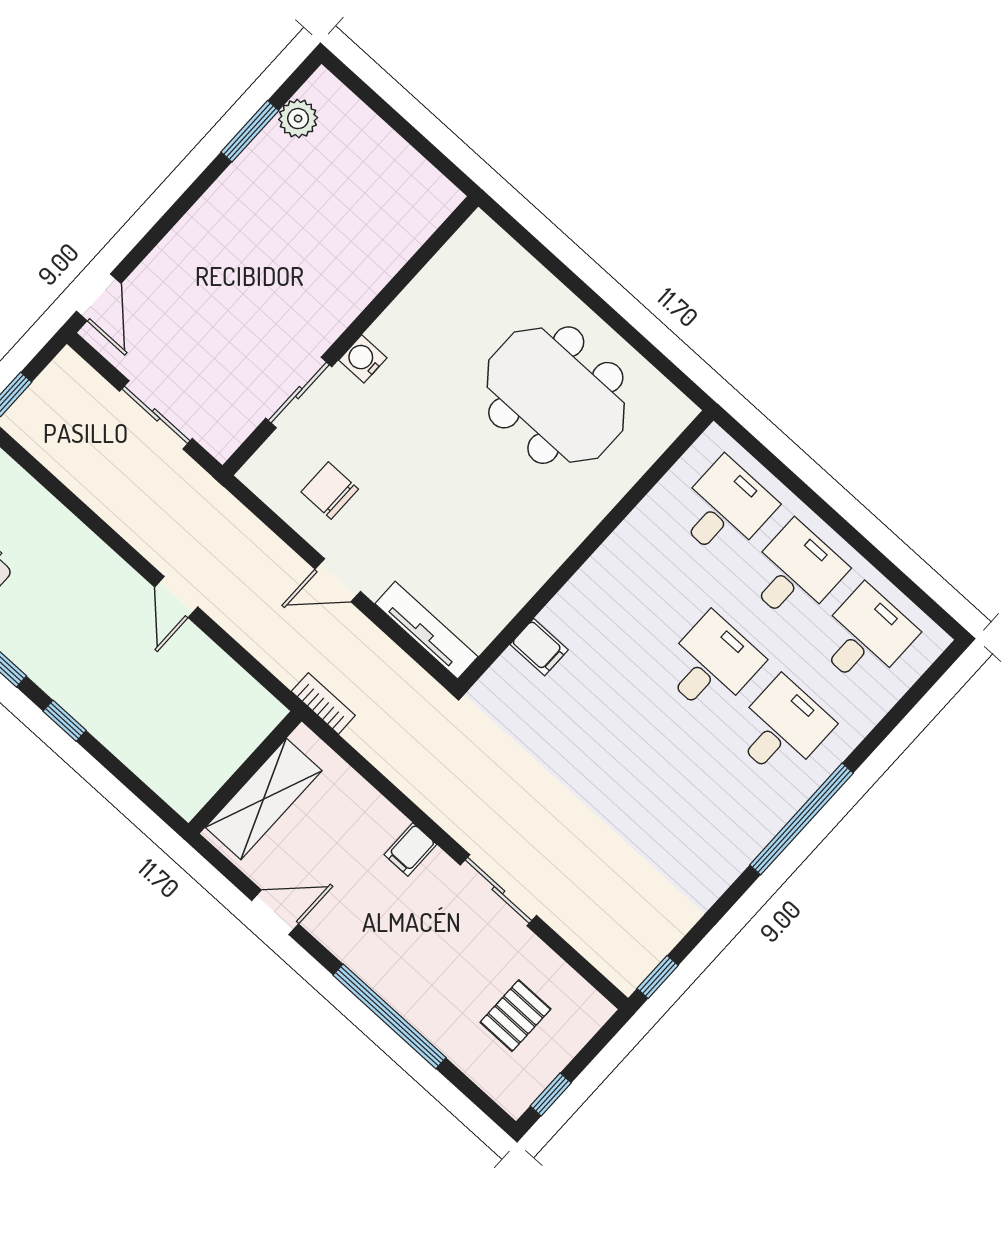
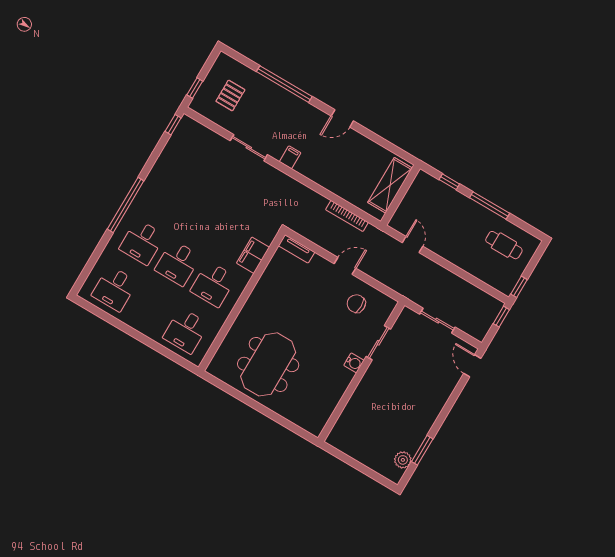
meeting table: (556, 395) -> (268, 364), turned 90
chair: (330, 491) -> (356, 304), turned 180
desk: (795, 573) -> (213, 284), moved
tv unit: (426, 630) -> (296, 249), width x0.71
filing cabinet: (539, 647) -> (253, 255), width x2.00
bookcase: (323, 703) -> (347, 216), width x1.56
wall: (245, 772) -> (400, 195), moved
shelving: (264, 799) -> (390, 185), moved
window: (551, 1094) -> (195, 88), moved

